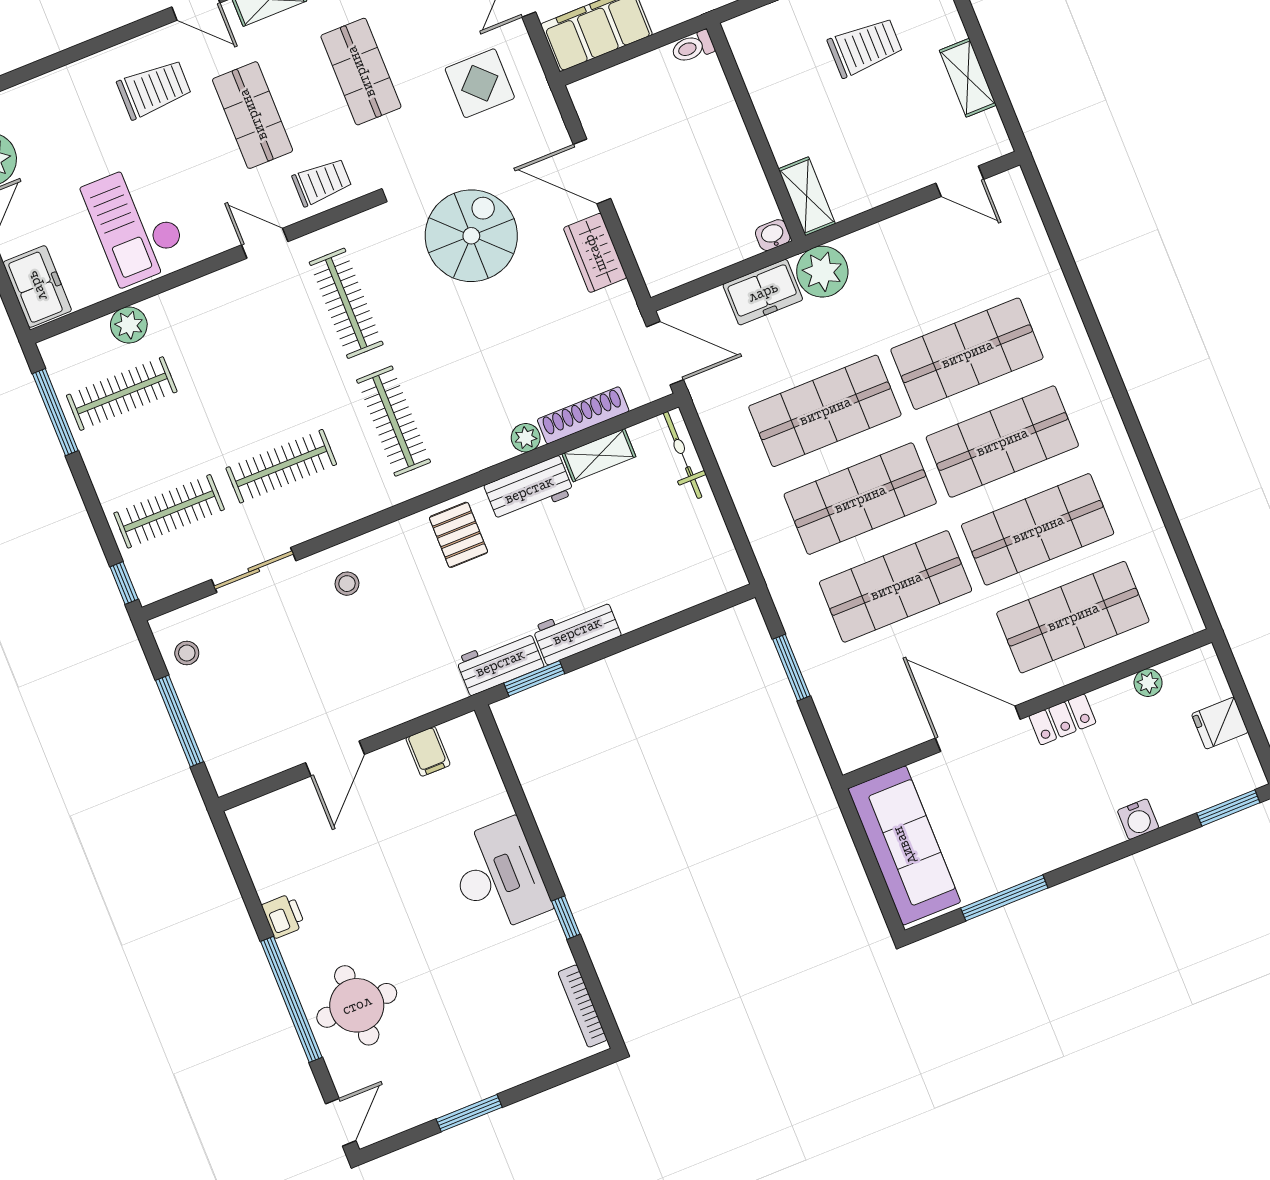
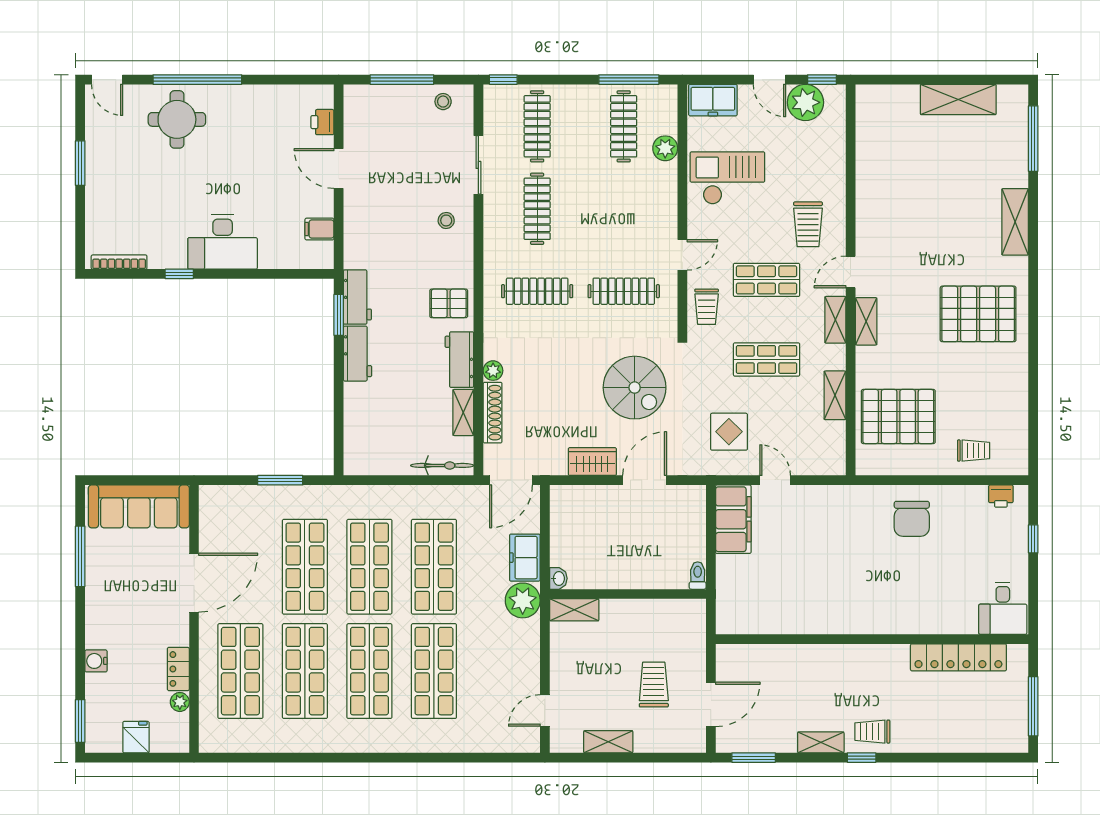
trolley: (865, 47) -> (654, 685), turned 180
locker: (1062, 719) -> (178, 669), moved
printer: (283, 916) -> (322, 122), moved, turned 90

